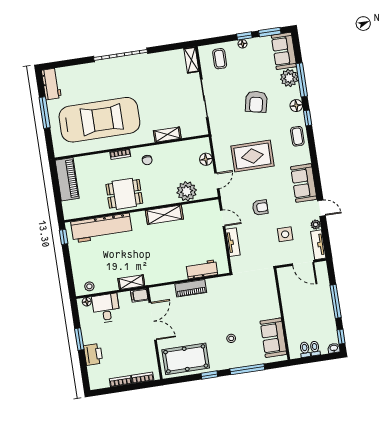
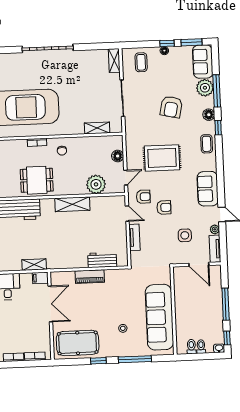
shelving: (167, 135) -> (97, 128), moved
armchair: (237, 199) -> (143, 197), added
sofa: (273, 338) -> (159, 317), width x1.85, depth x1.27

